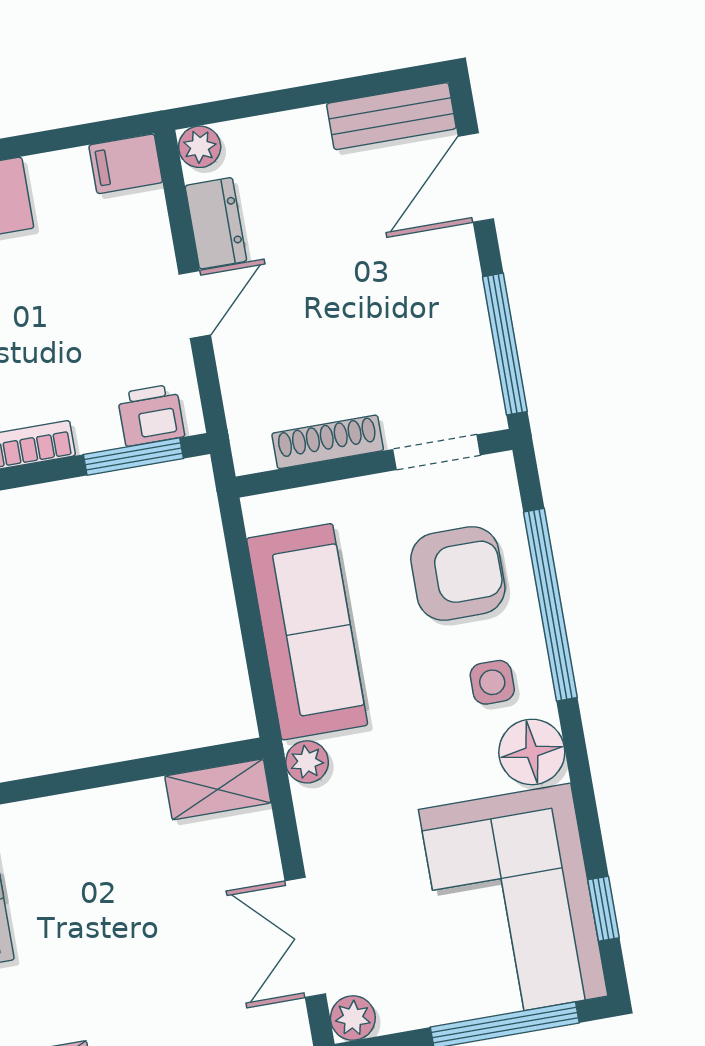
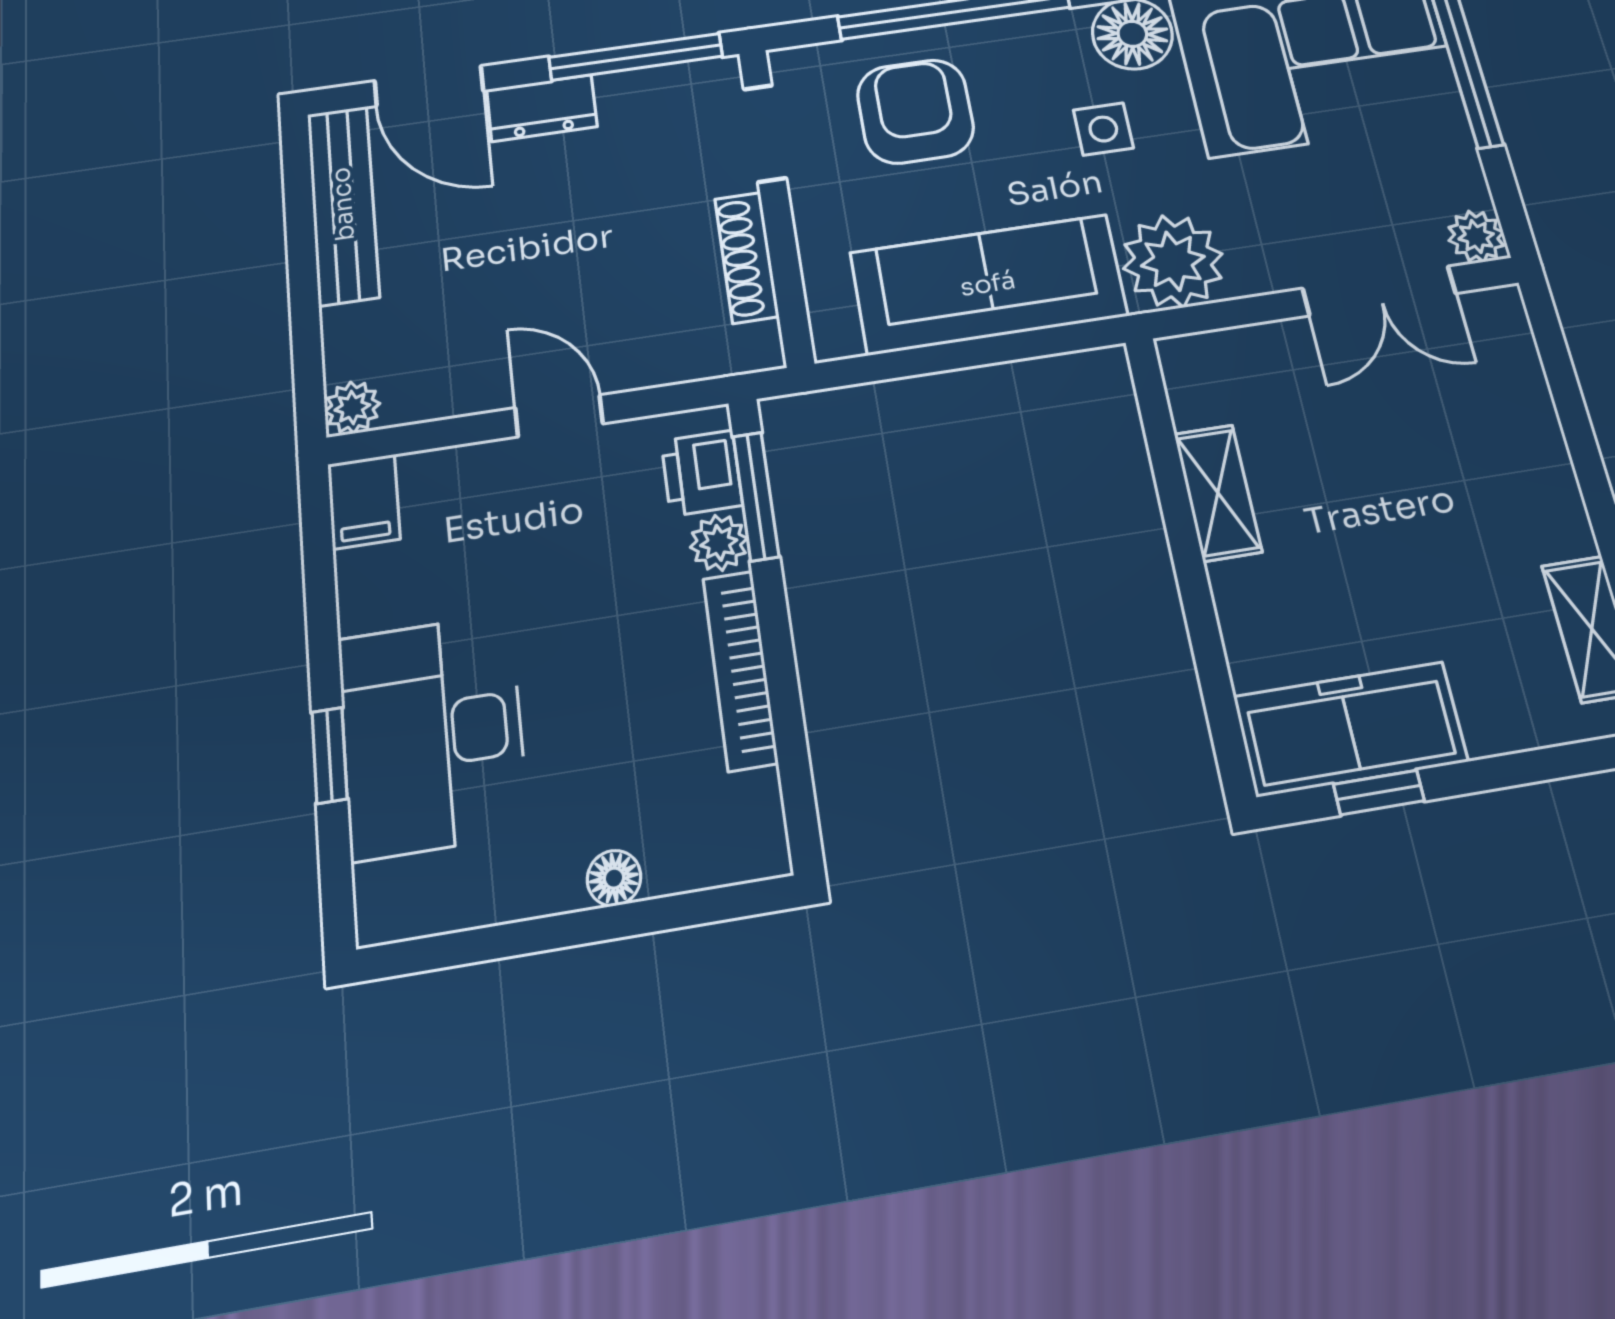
bench: (391, 116) -> (343, 204), width x1.36
dresser: (216, 223) -> (542, 108), moved, turned 180
plant: (97, 430) -> (719, 543), added
side table: (492, 682) -> (1103, 129), moved
plant: (307, 762) -> (1173, 261), width x1.88, depth x1.88
shelving: (218, 789) -> (1218, 493), moved

